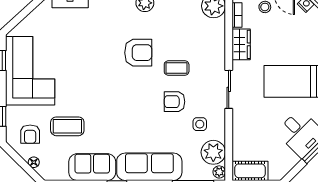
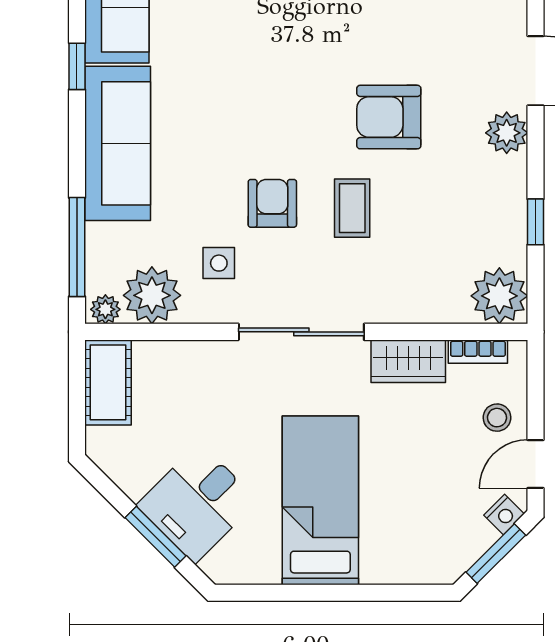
armchair: (138, 53) -> (389, 117), turned 90
sliding door: (229, 89) -> (301, 332), width x1.37

